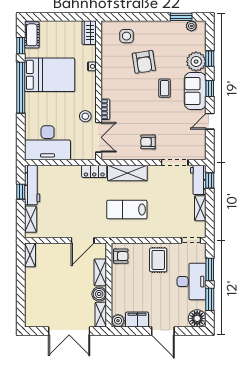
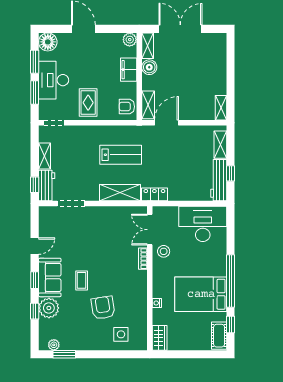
armchair: (148, 142) -> (99, 225), removed
shelving: (100, 272) -> (148, 105), moved
filing cabinet: (137, 320) -> (129, 70), moved, turned 90

